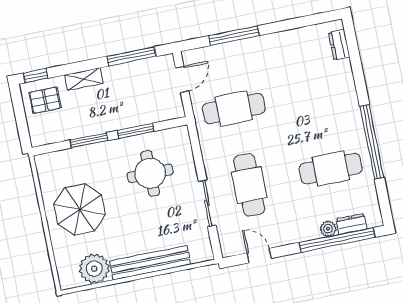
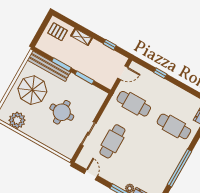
window: (234, 36) -> (160, 73), width x0.46
window: (131, 56) -> (110, 45), width x0.46
window: (36, 76) -> (63, 18), removed
cafe table: (331, 168) -> (174, 126), moved
round table: (150, 173) -> (62, 112), moved
bench: (150, 263) -> (49, 66), moved

